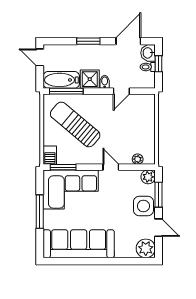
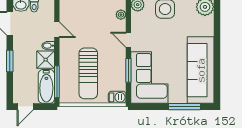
sun lounger: (75, 124) -> (88, 73), turned -40
window: (63, 167) -> (128, 70), moved
door: (111, 167) -> (128, 40), hinge flipped
window: (40, 212) -> (184, 107), moved

